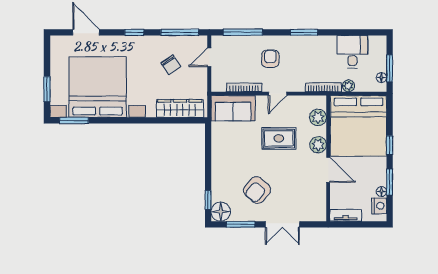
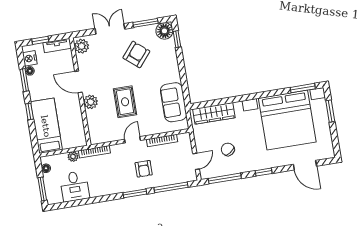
window: (304, 32) -> (135, 193), moved
window: (390, 68) -> (42, 189), moved
sofa: (233, 108) -> (174, 102), moved, turned -90
plant: (318, 117) -> (82, 46), moved
bed: (359, 126) -> (46, 126), width x0.49
rug: (279, 138) -> (125, 102), turned 90
window: (364, 224) -> (40, 40), added

